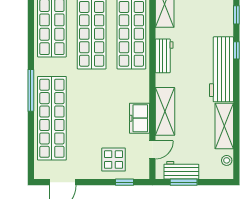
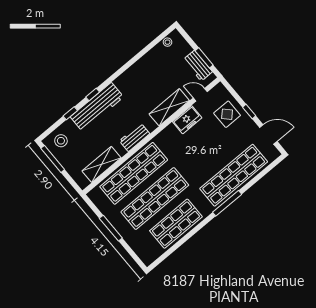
workbench: (221, 69) -> (97, 107), moved
shelving: (224, 126) -> (147, 62), removed
window: (125, 182) -> (249, 112), moved

